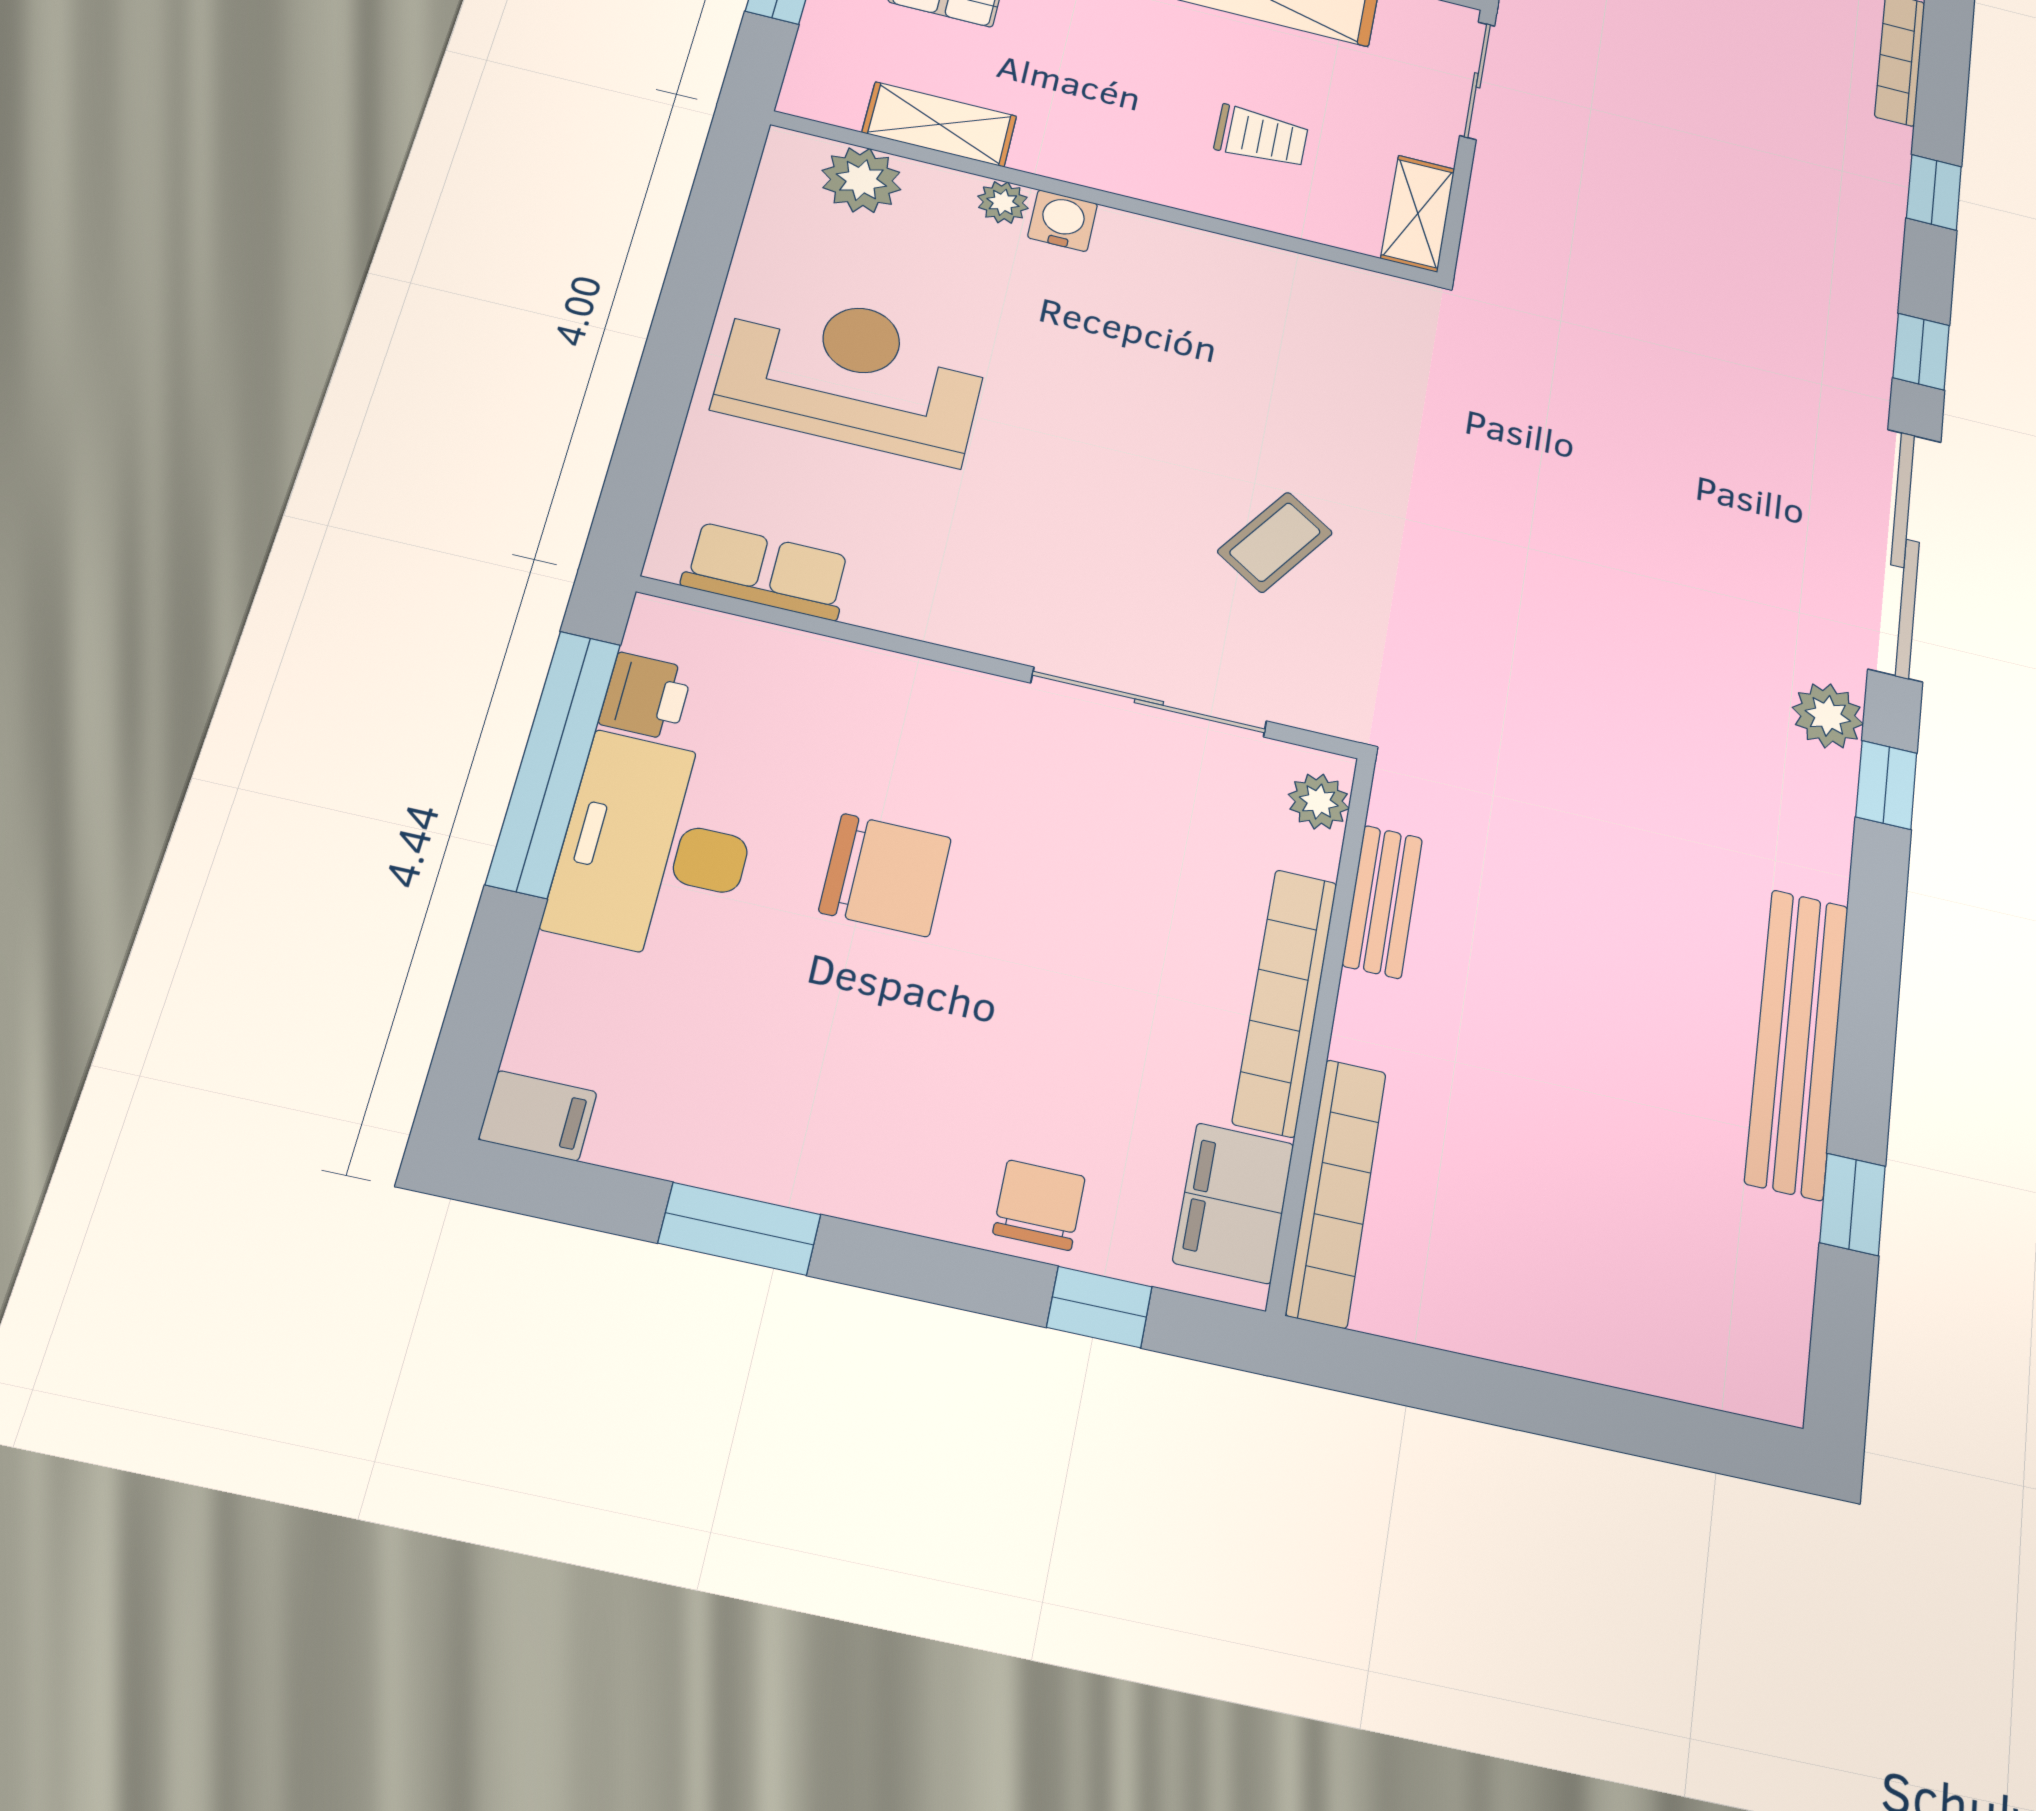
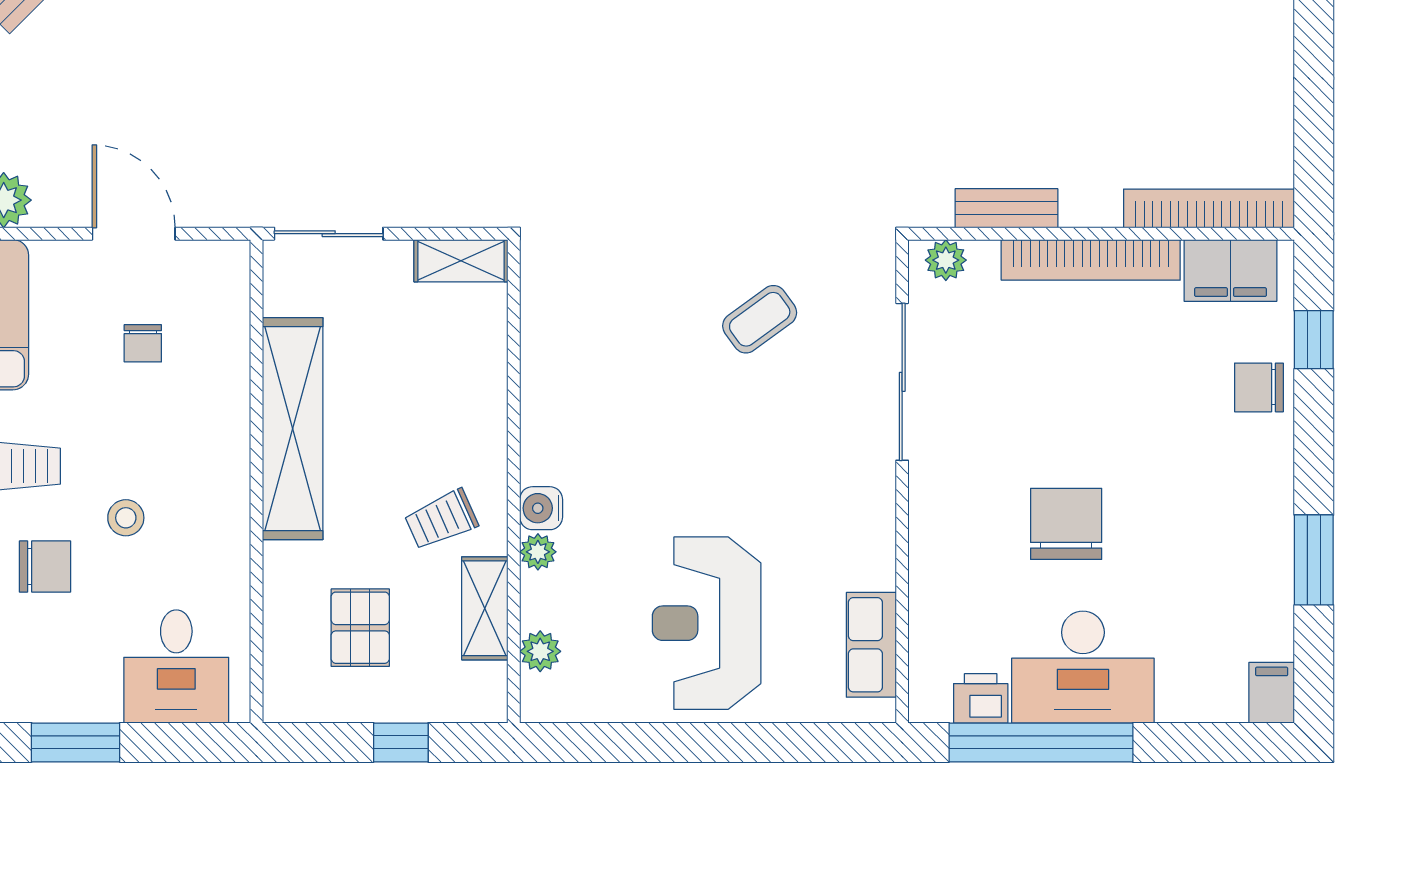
trolley: (1261, 137) -> (441, 519), moved, turned -114
plant: (861, 180) -> (540, 651), width x0.73, depth x0.73
coffee table: (1275, 542) -> (760, 319), turned -70

